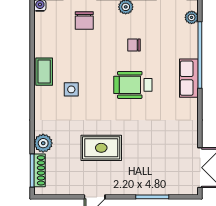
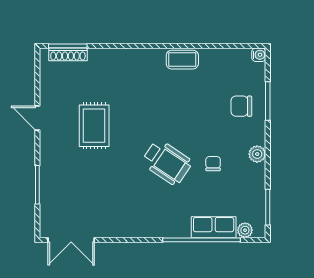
row of seats: (189, 78) -> (214, 227), moved
wheelchair: (133, 85) -> (167, 162), turned 124
side table: (71, 89) -> (162, 91), removed
plant: (43, 143) -> (99, 59), removed

